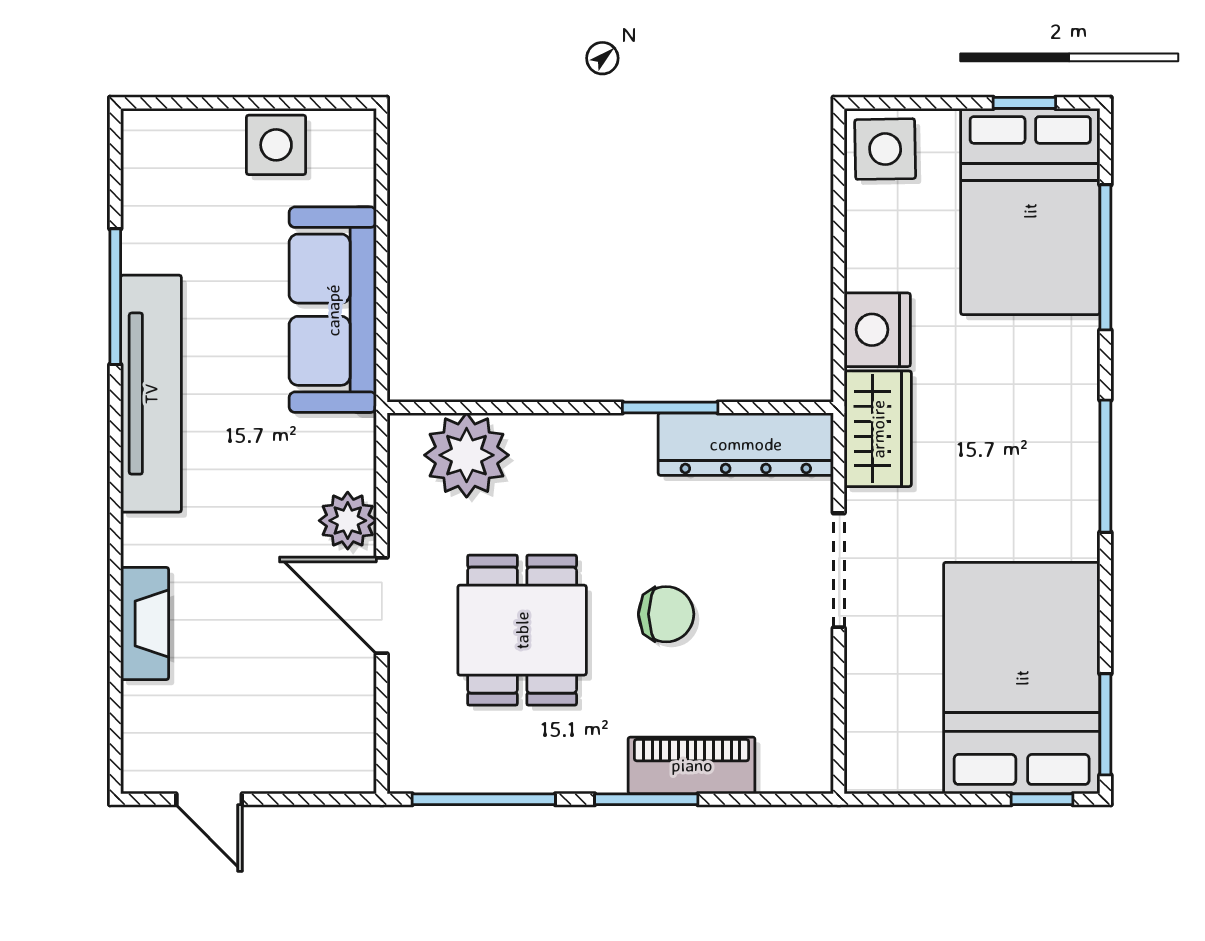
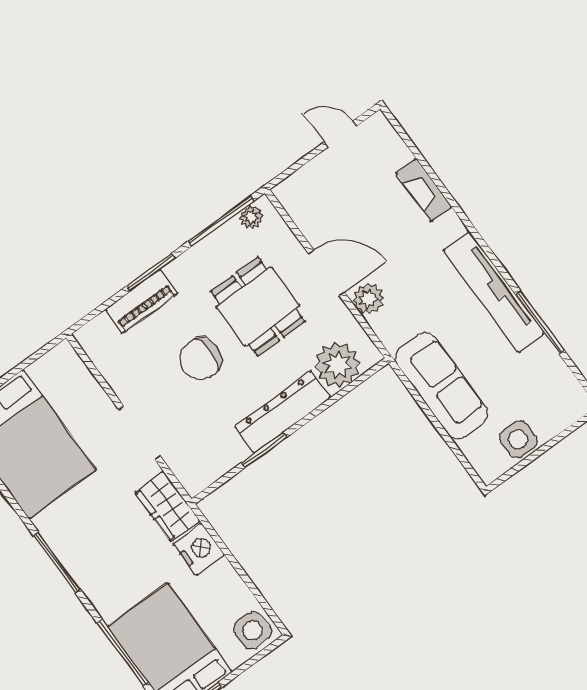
dresser: (746, 444) -> (283, 412), moved
chair: (666, 614) -> (200, 359), width x1.37, depth x1.37
plant: (434, 772) -> (251, 217), added

